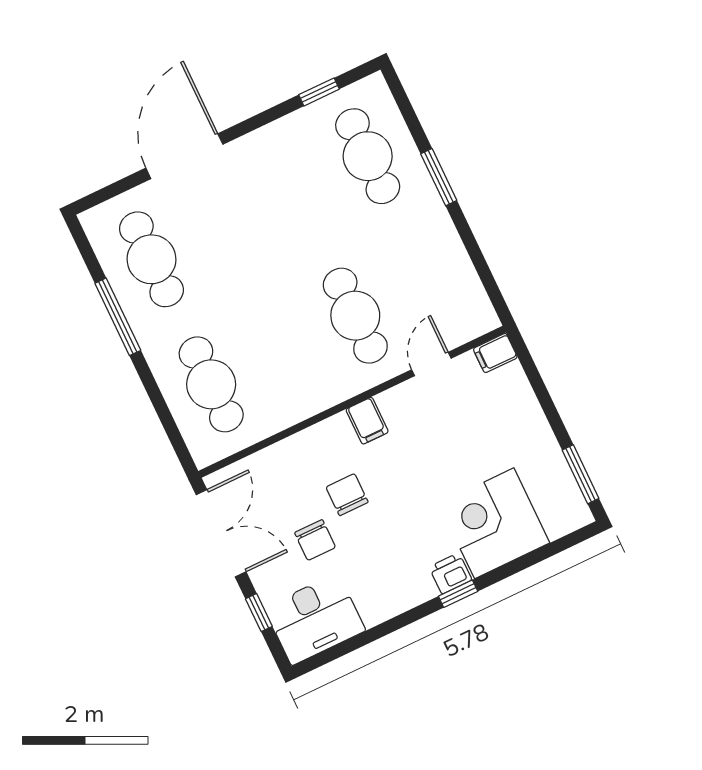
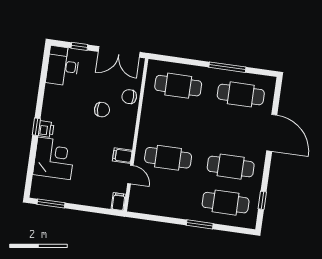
cafe table: (296, 191) -> (231, 167), added
filing cabinet: (367, 421) -> (122, 156), moved
chair: (315, 540) -> (129, 97), moved

